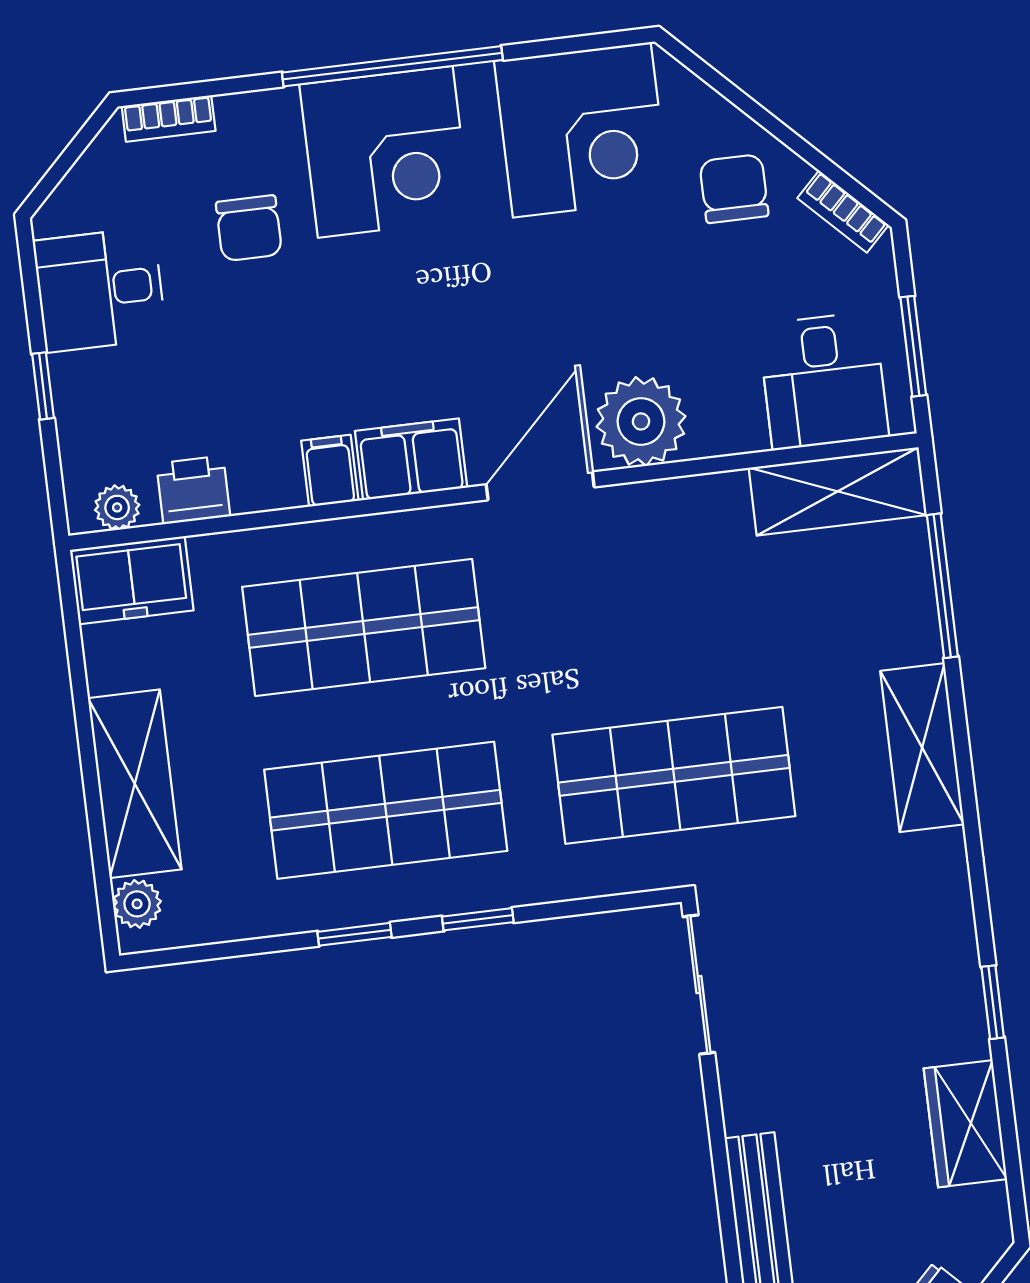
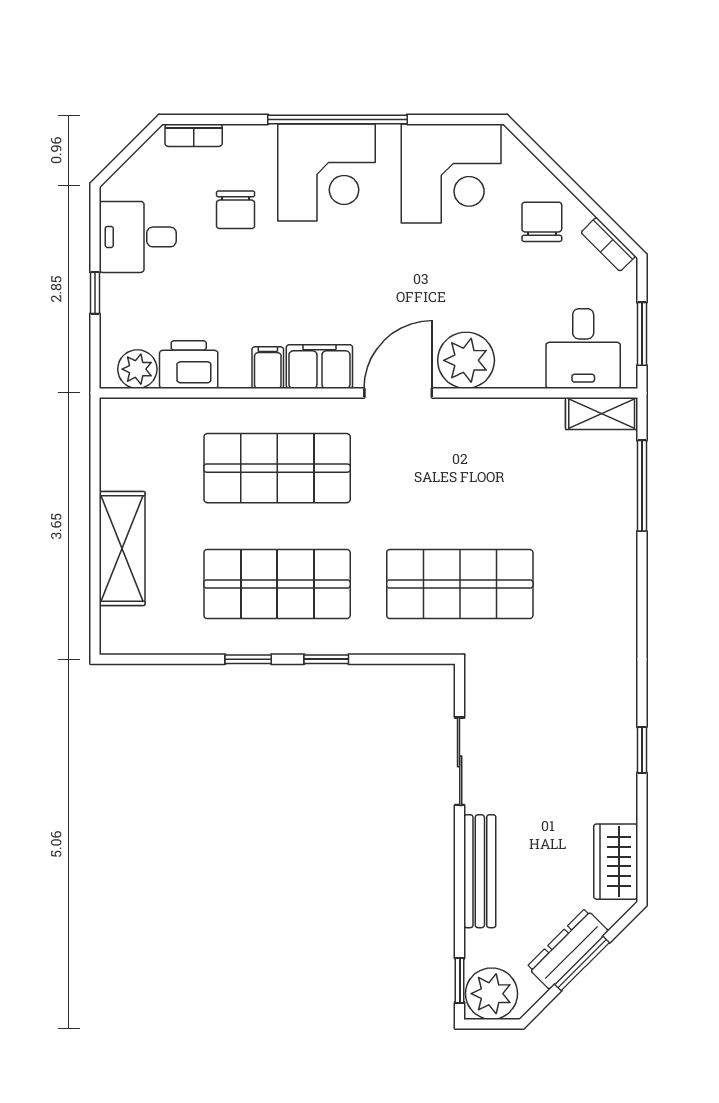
printer: (193, 490) -> (189, 365), width x1.36, depth x1.24
shelving: (838, 491) -> (602, 413), width x0.67, depth x0.75
plant: (117, 507) -> (137, 369), width x1.38, depth x1.38
freezer: (132, 580) -> (136, 421), removed
shelving: (922, 748) -> (617, 585), removed
plant: (137, 904) -> (114, 624), removed
sliding door: (699, 985) -> (460, 761), moved
wardrobe: (965, 1124) -> (616, 862), moved

